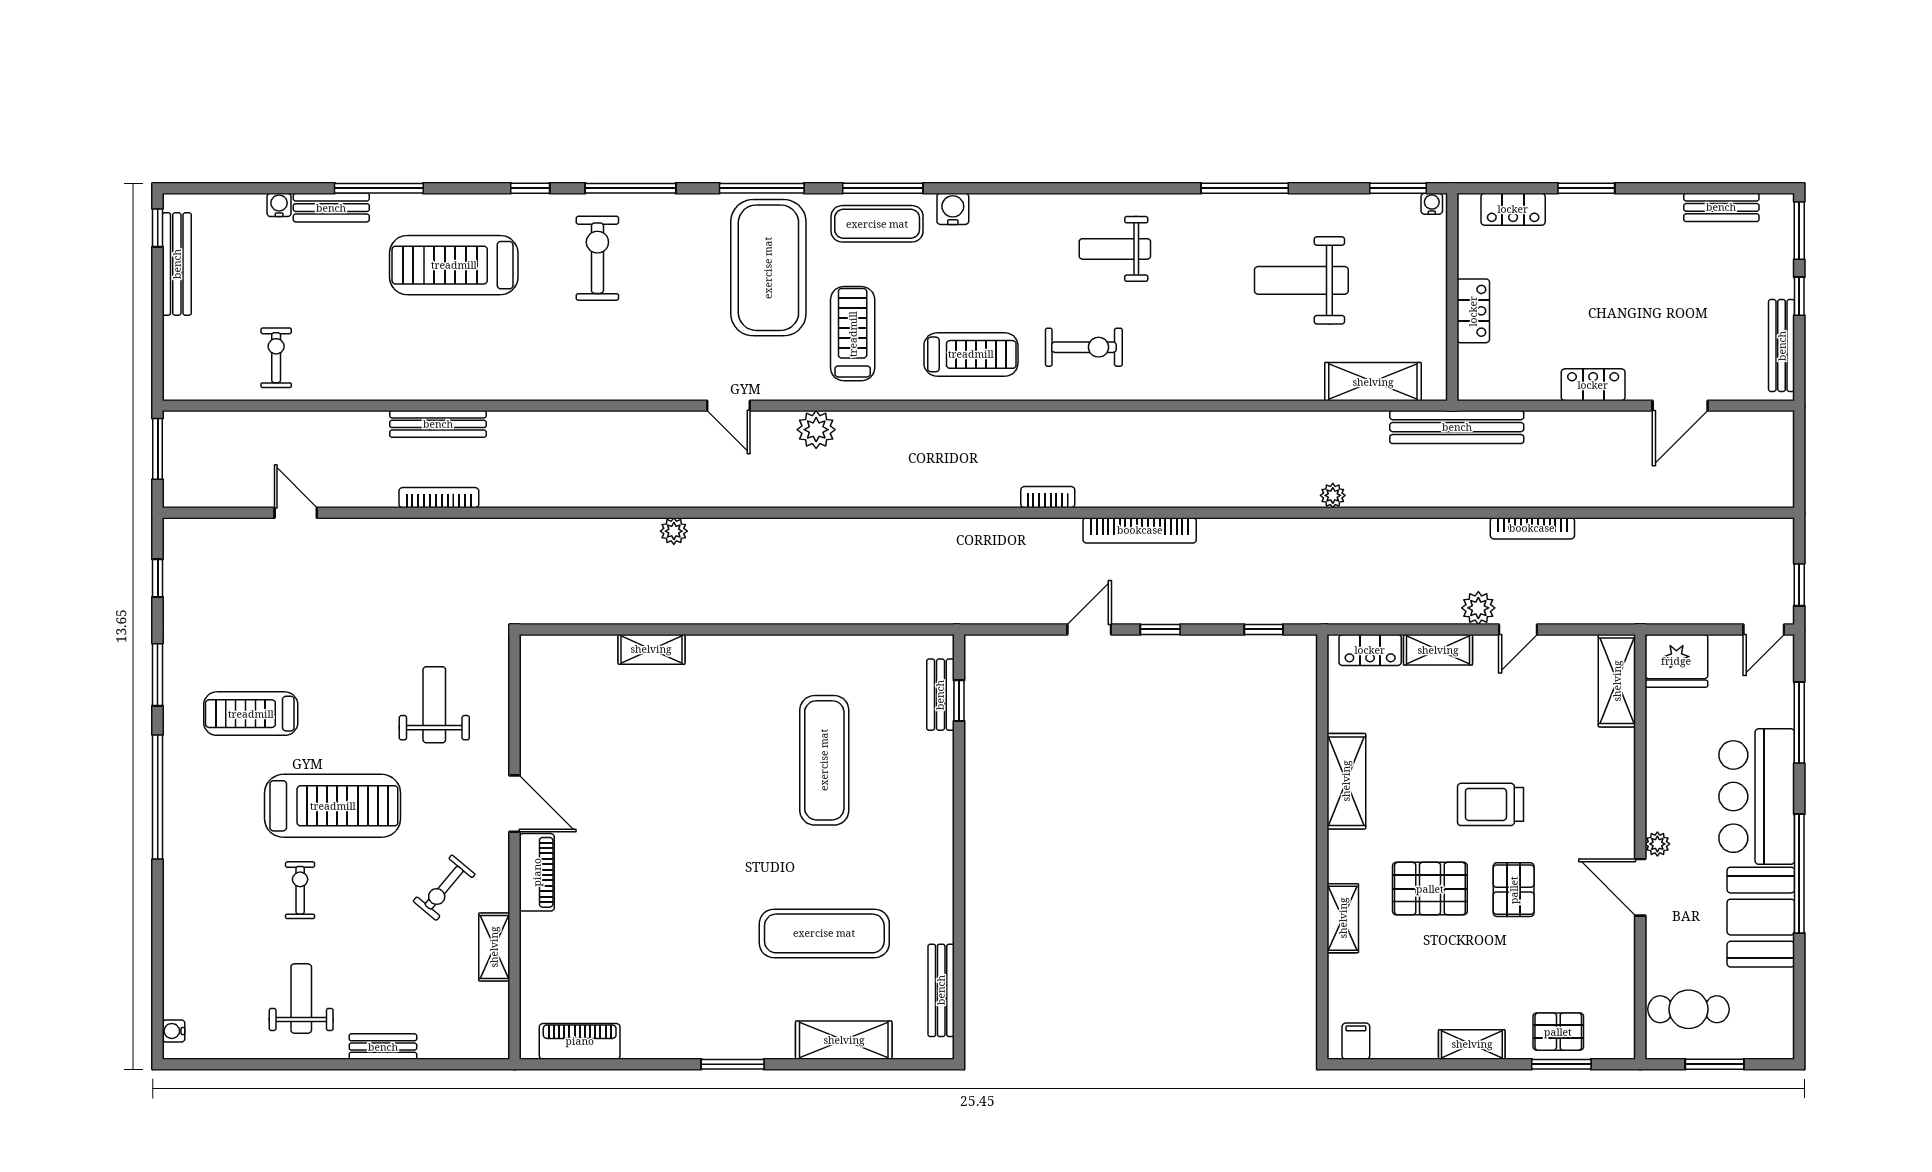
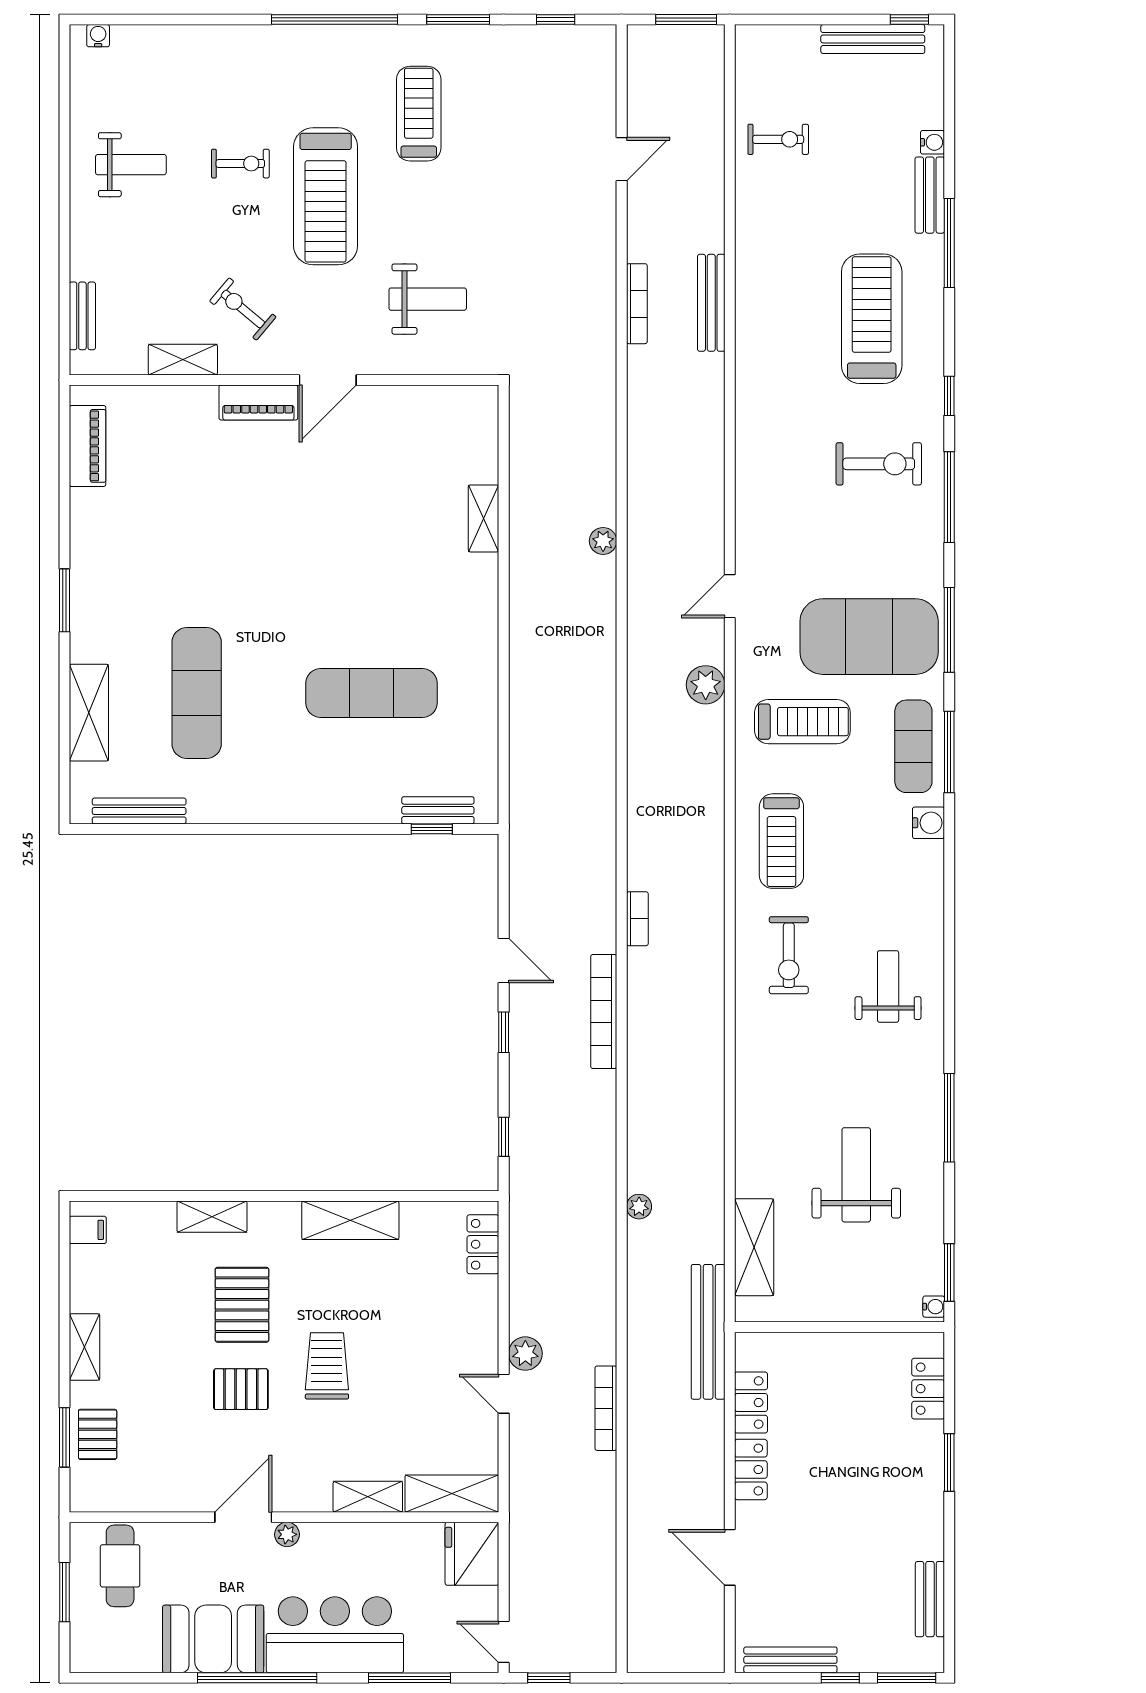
locker: (1473, 311) -> (751, 1403), moved, turned -90
shelving: (1438, 650) -> (368, 1497), moved, turned 90
bench: (383, 1047) -> (82, 316), moved

